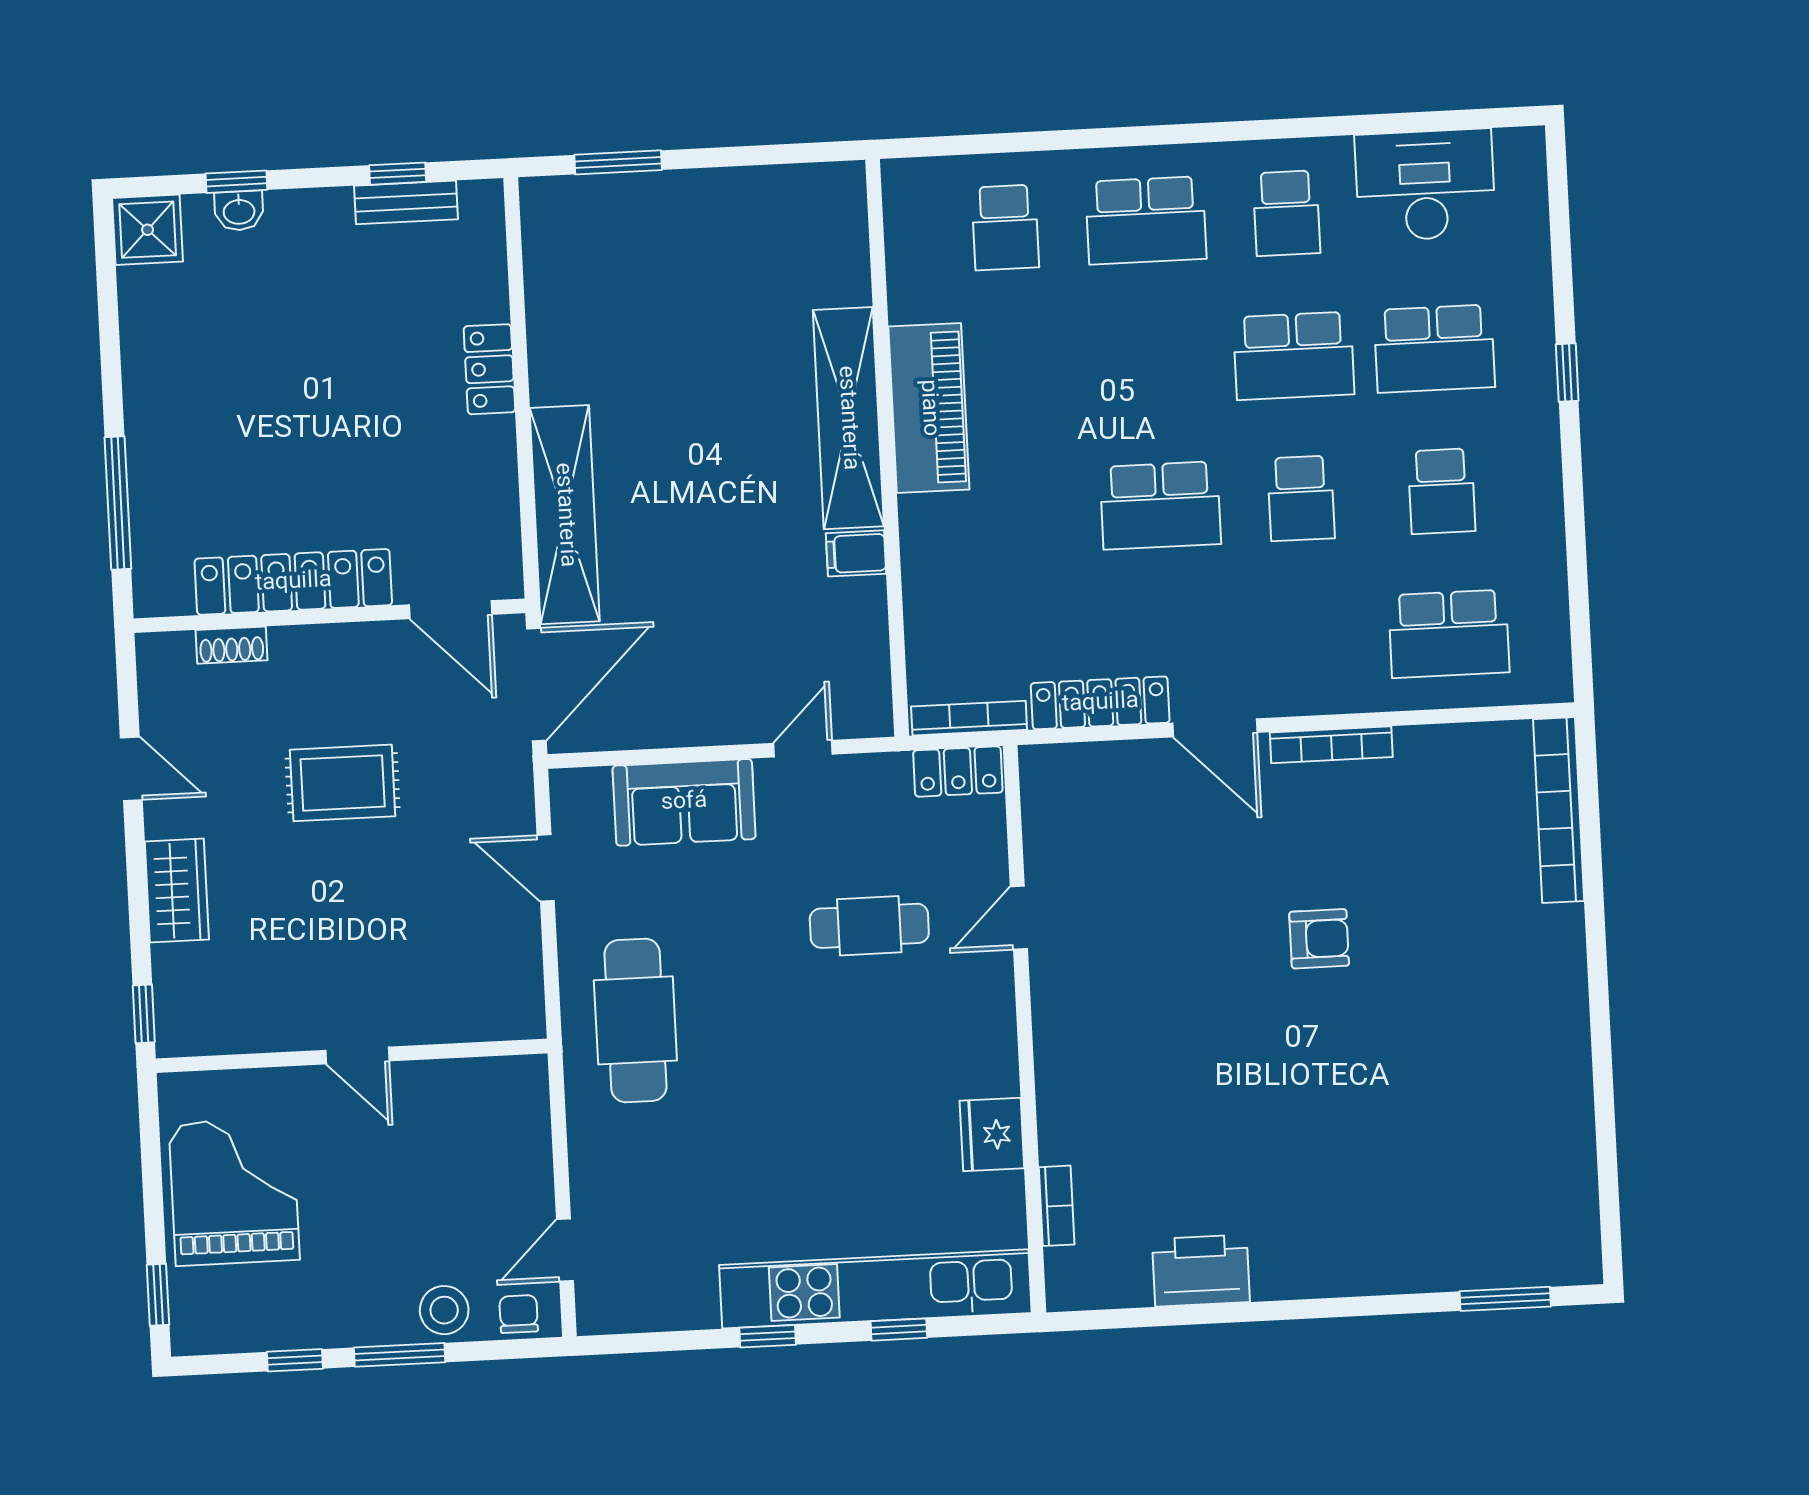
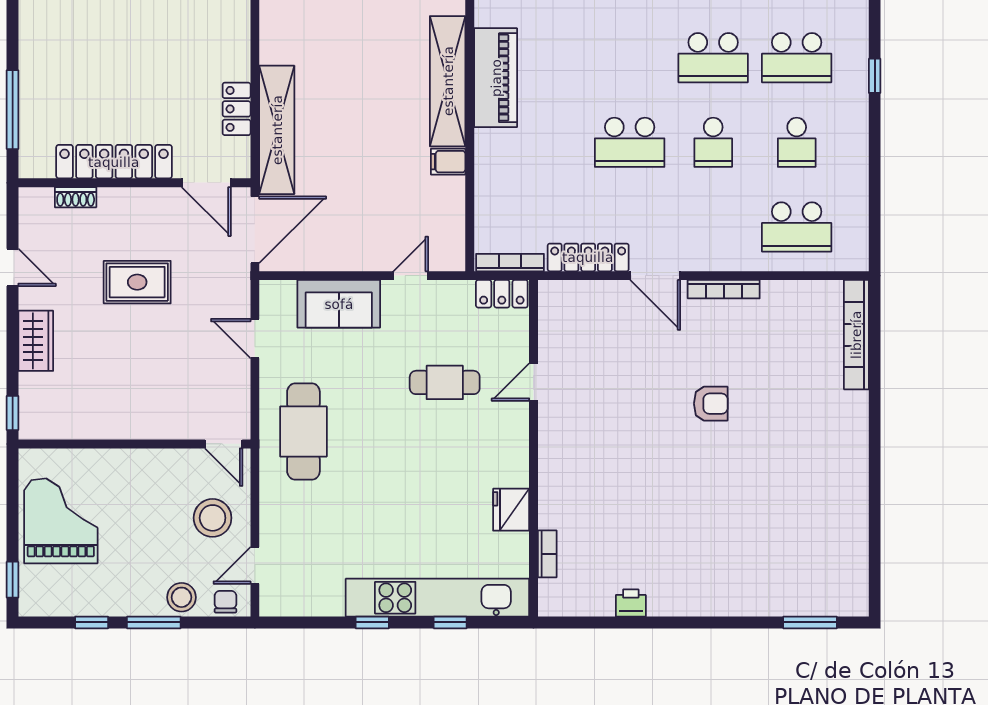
locker: (489, 369) -> (237, 109), moved
door: (357, 1056) -> (224, 444), moved
stool: (490, 1174) -> (213, 518), added
printer: (1201, 1270) -> (631, 603), width x0.53, depth x0.68

